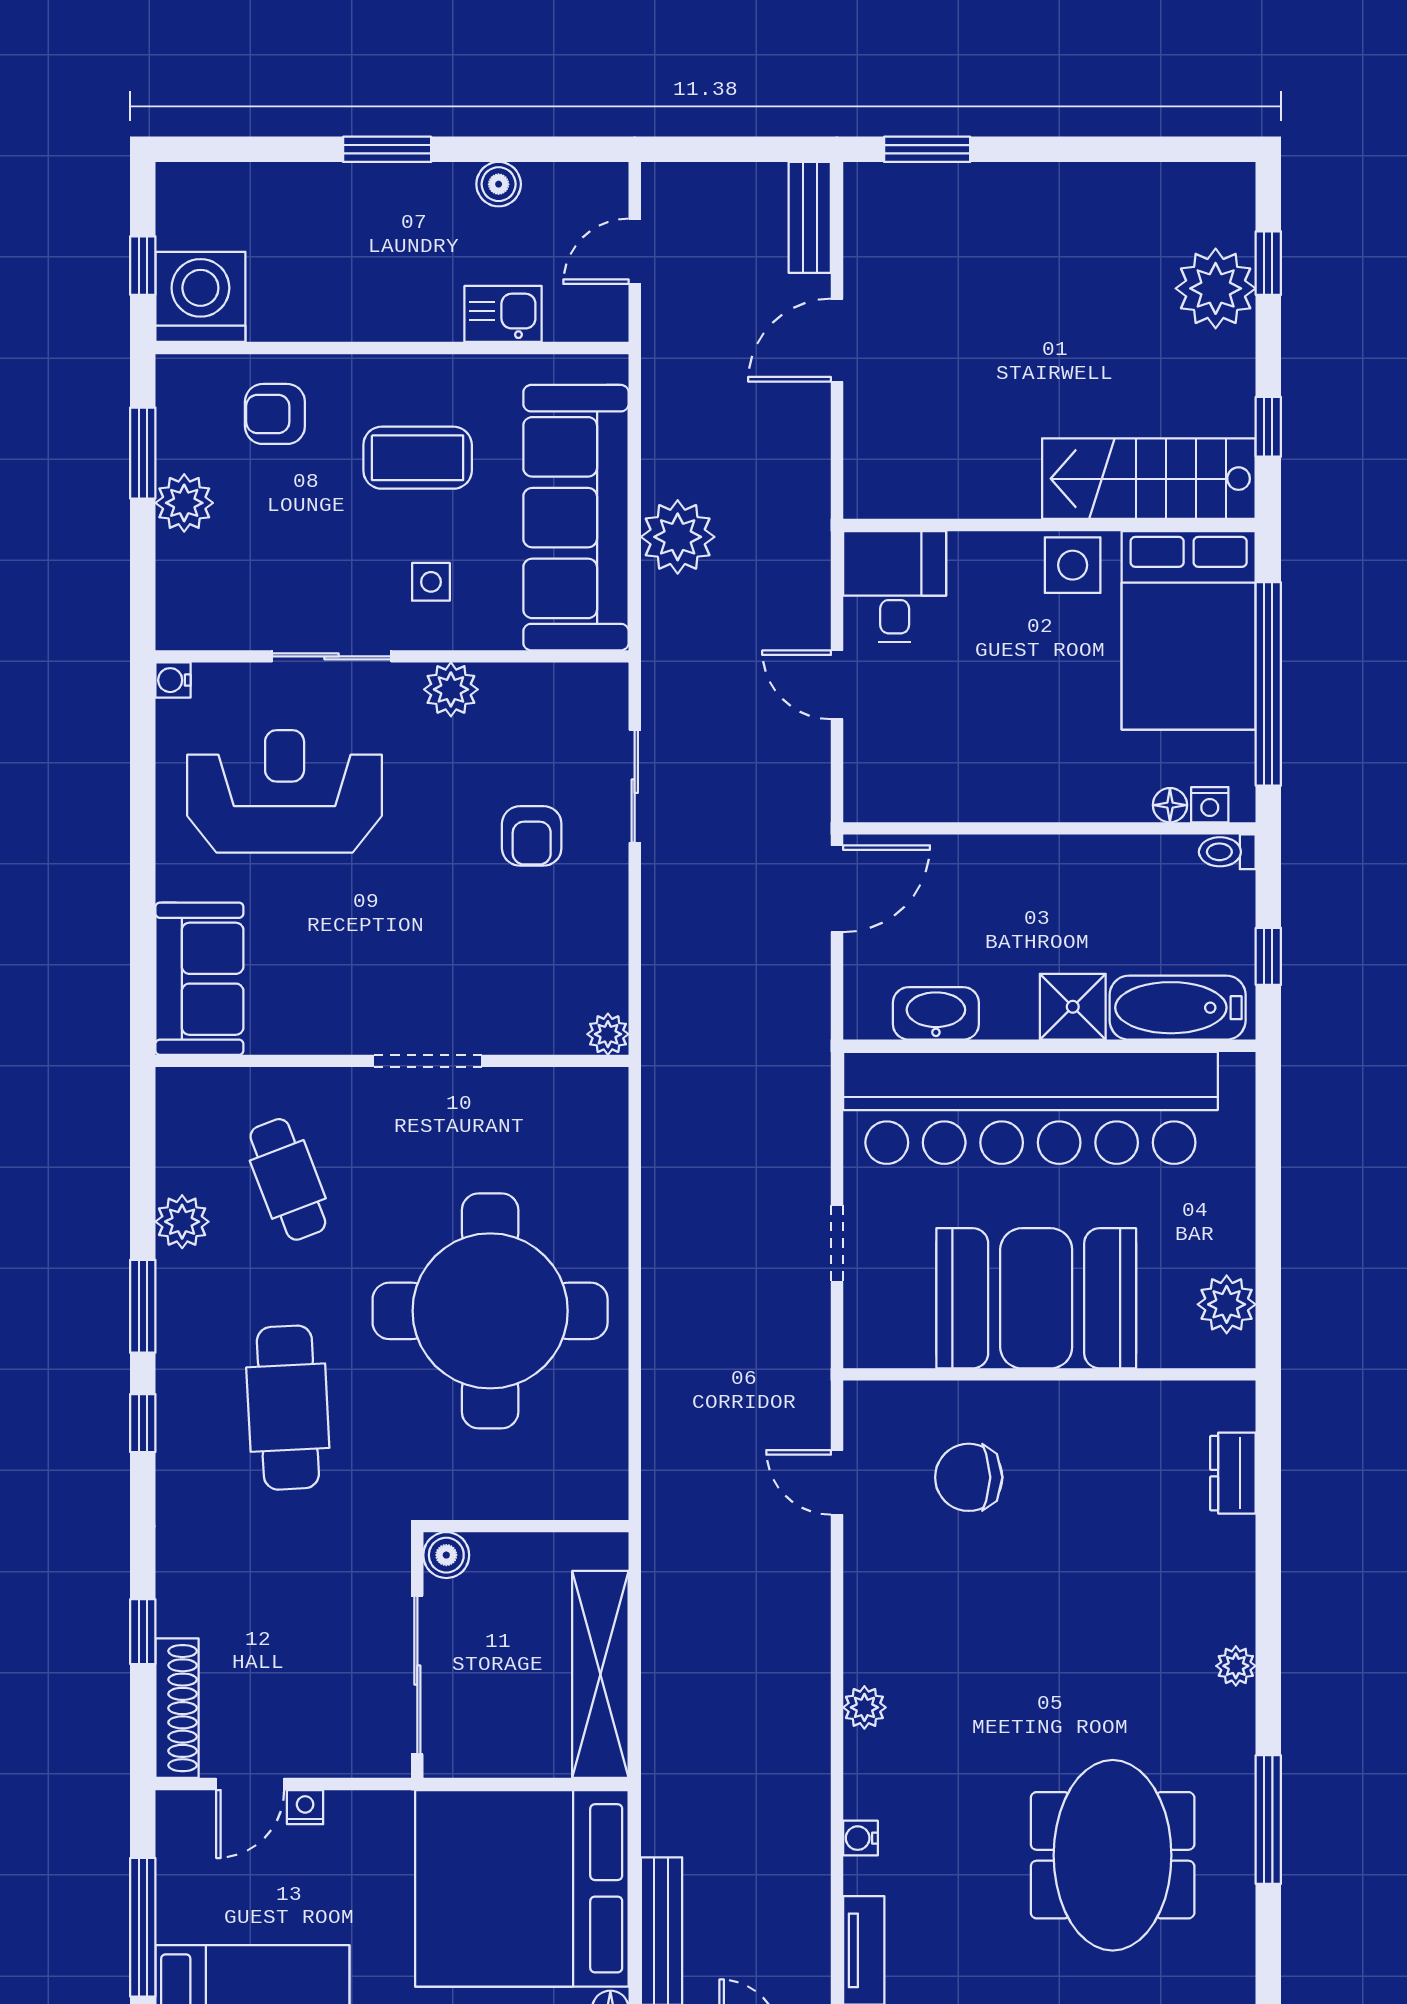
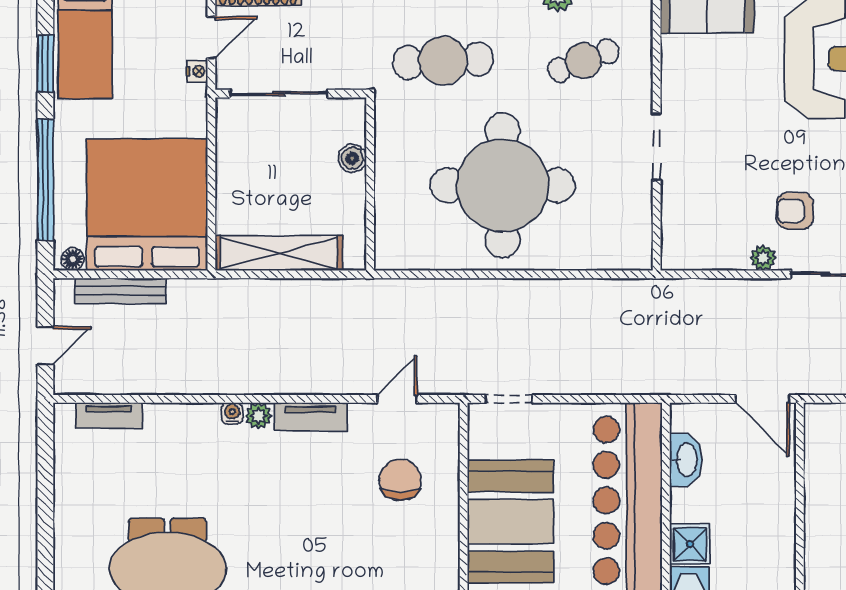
plant: (608, 1034) -> (763, 258), moved
doorway: (837, 1244) -> (509, 399), moved
tv unit: (866, 1623) -> (311, 416), added
wall: (417, 1655) -> (291, 94), moved
sliding door: (417, 1675) -> (278, 94), moved
door: (250, 1784) -> (211, 38), swing flipped
water cooler: (860, 1838) -> (232, 413), moved

